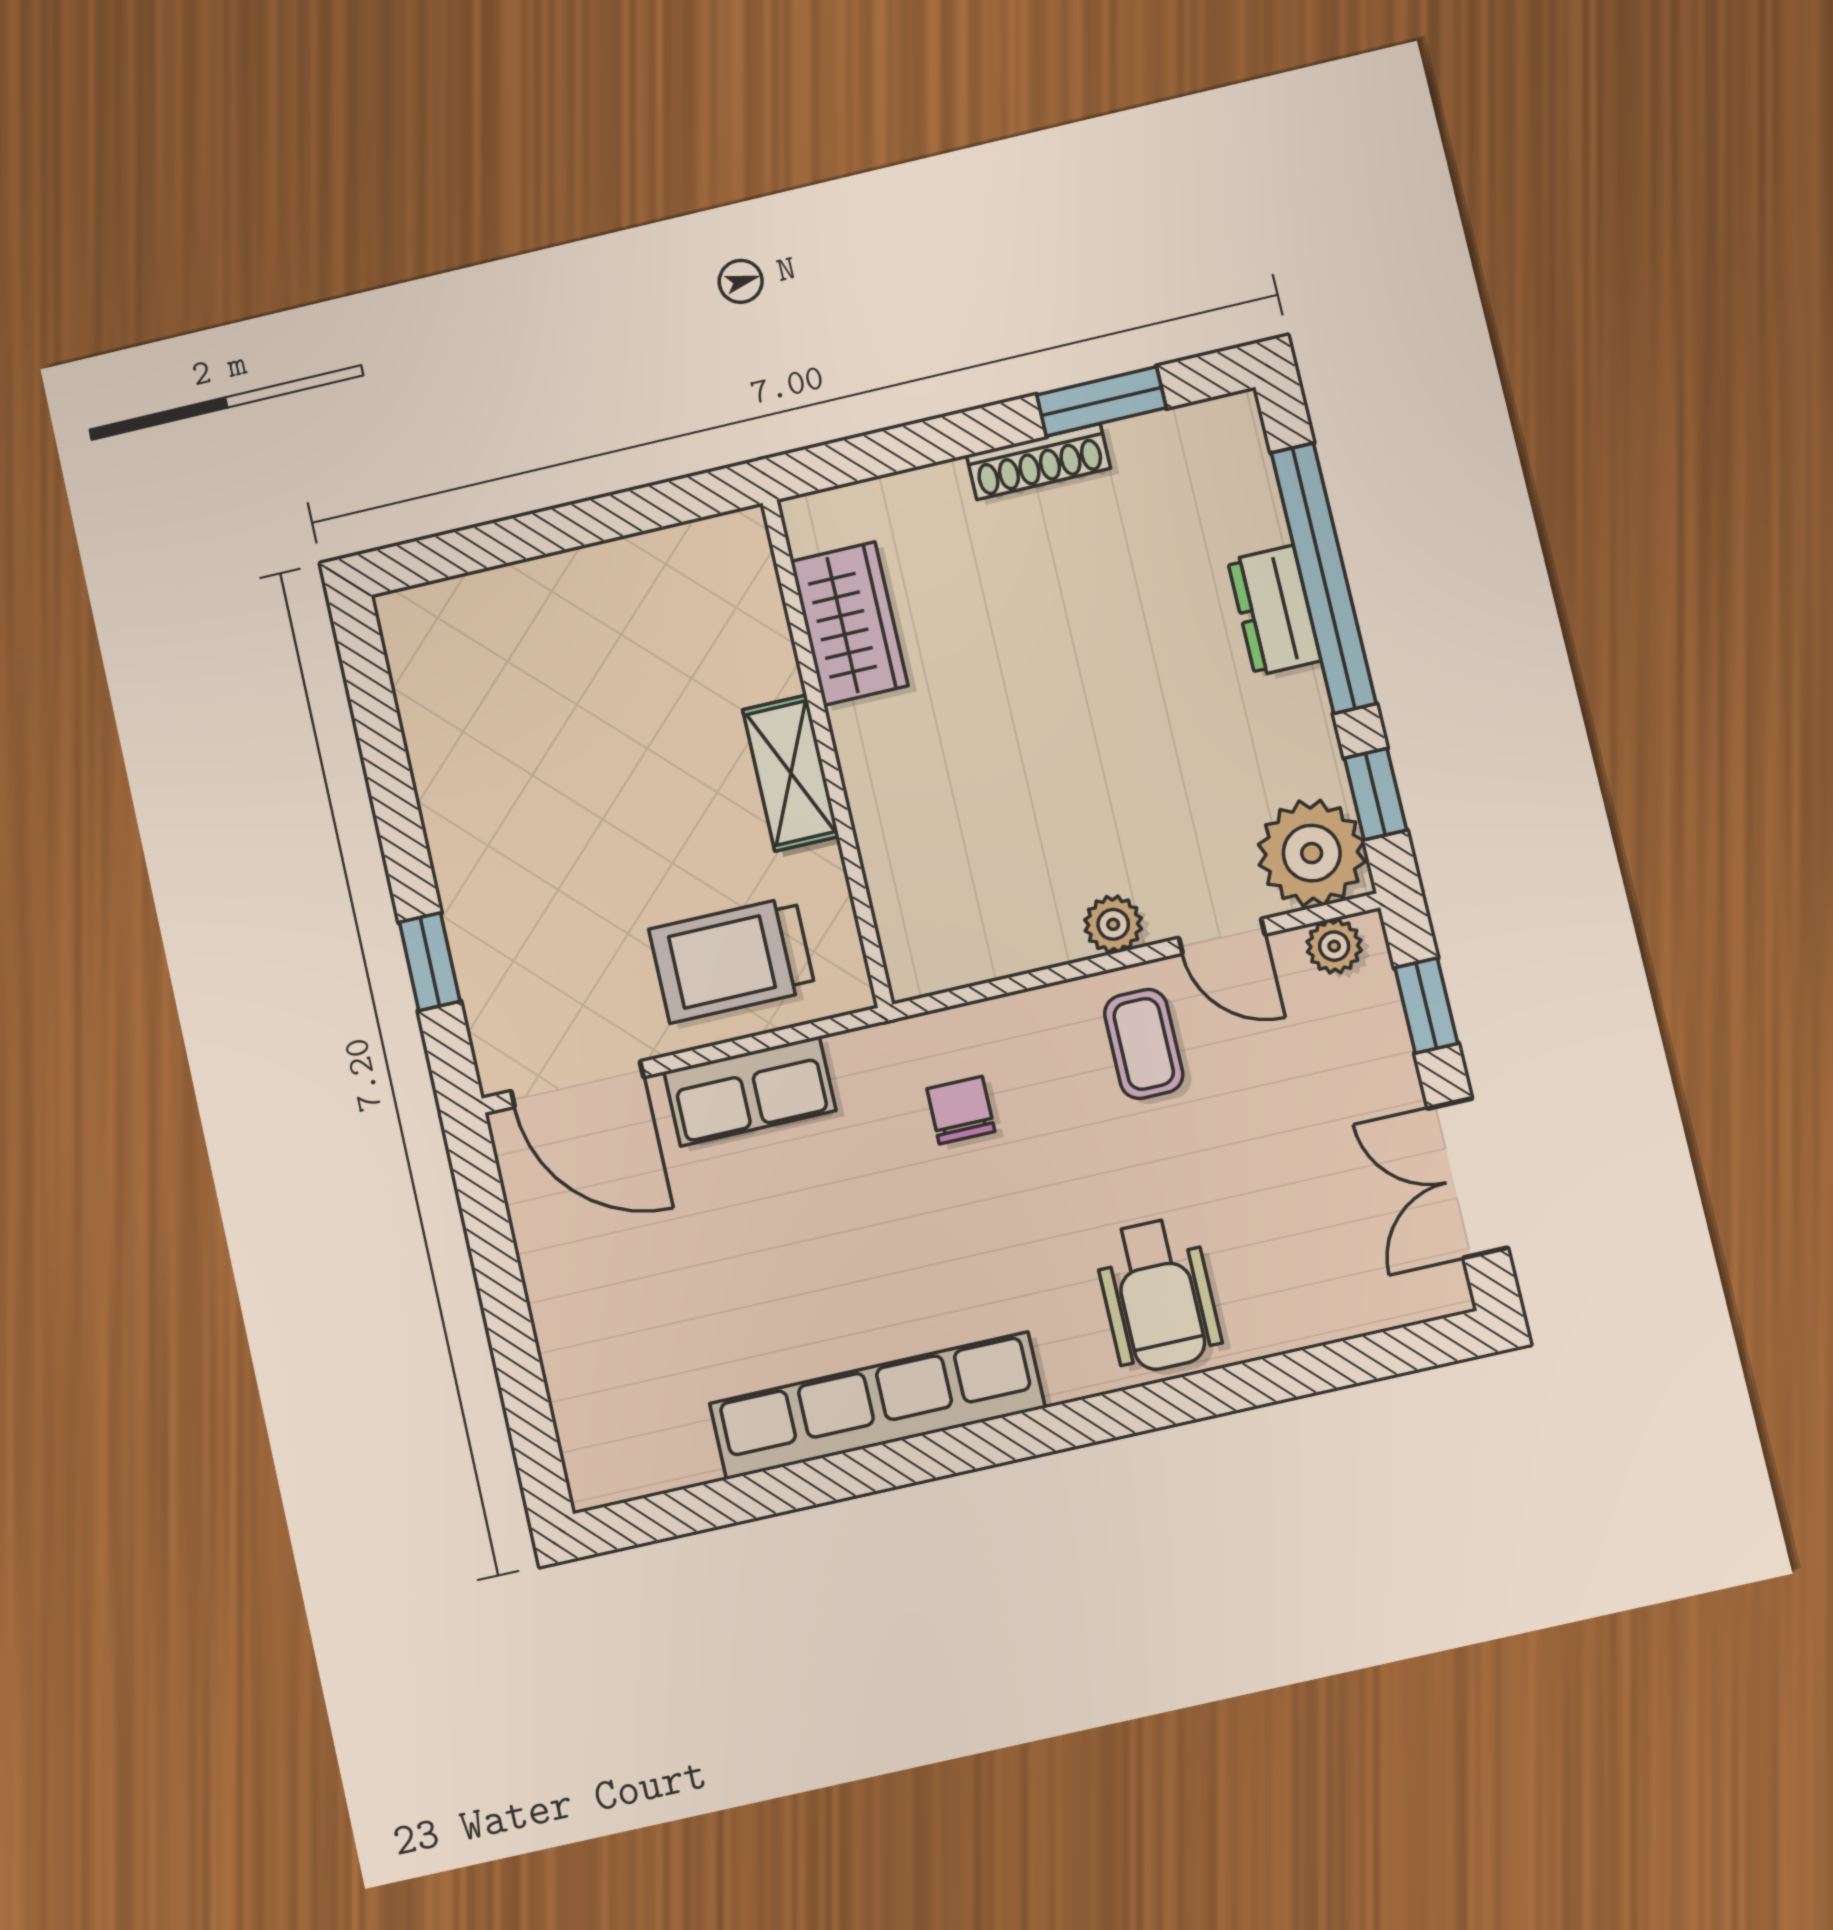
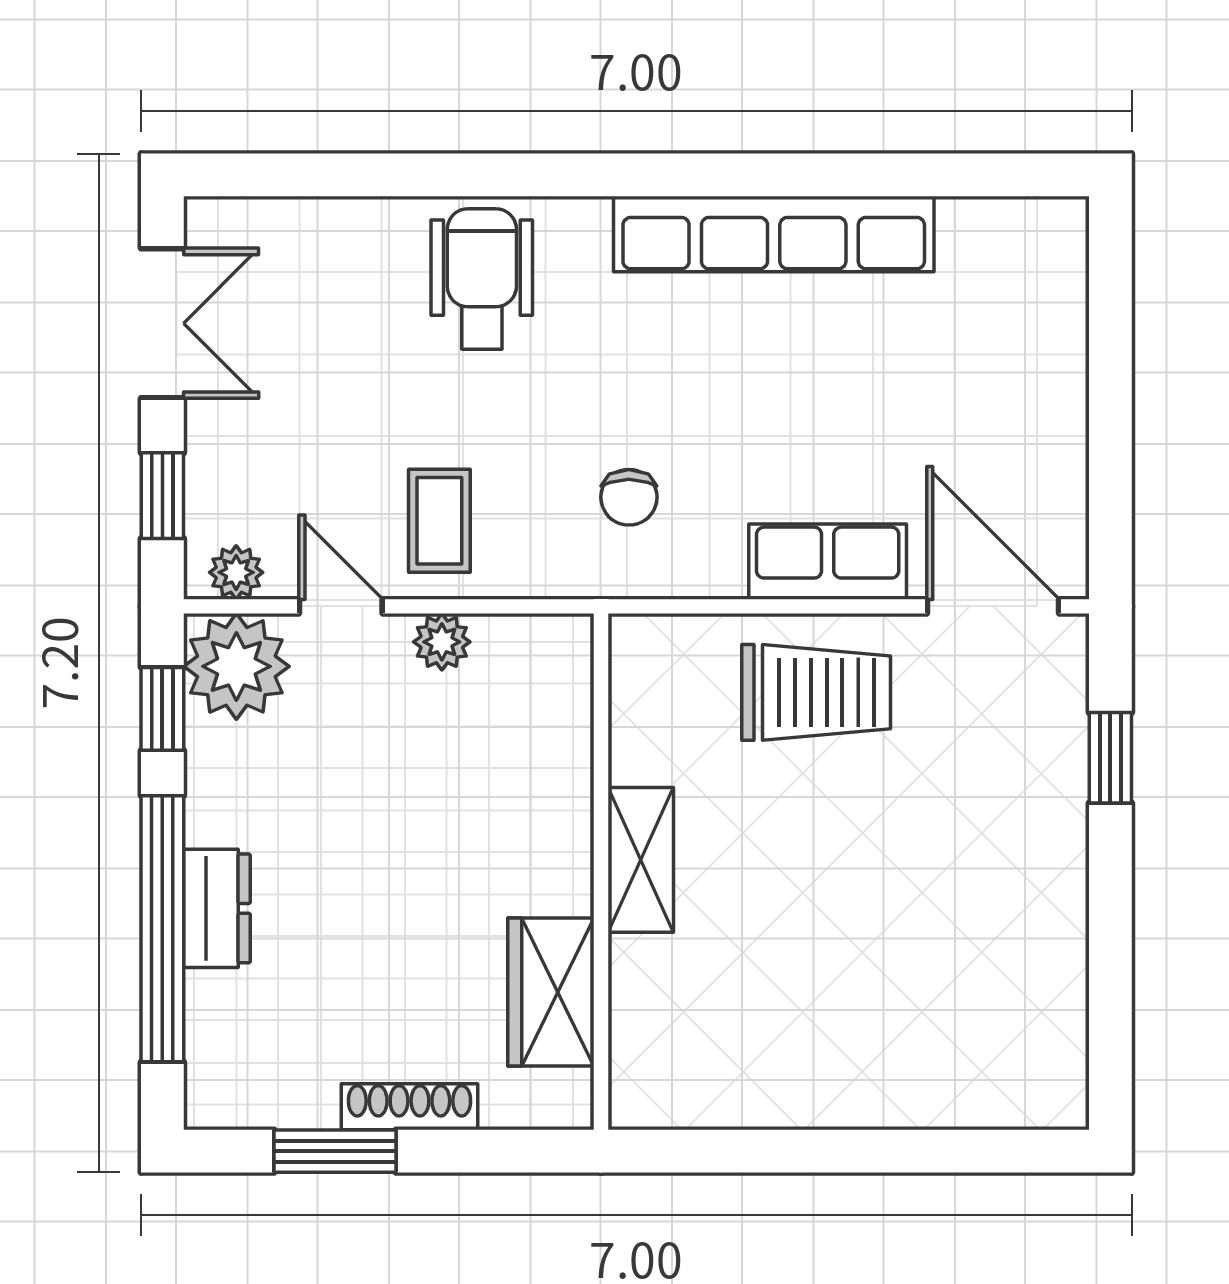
wardrobe: (849, 624) -> (551, 992), moved
wall: (827, 752) -> (601, 872), moved
shelving: (791, 773) -> (641, 860), moved

